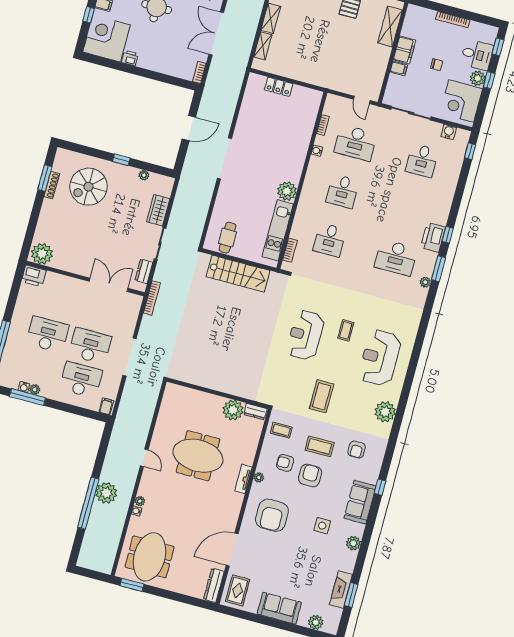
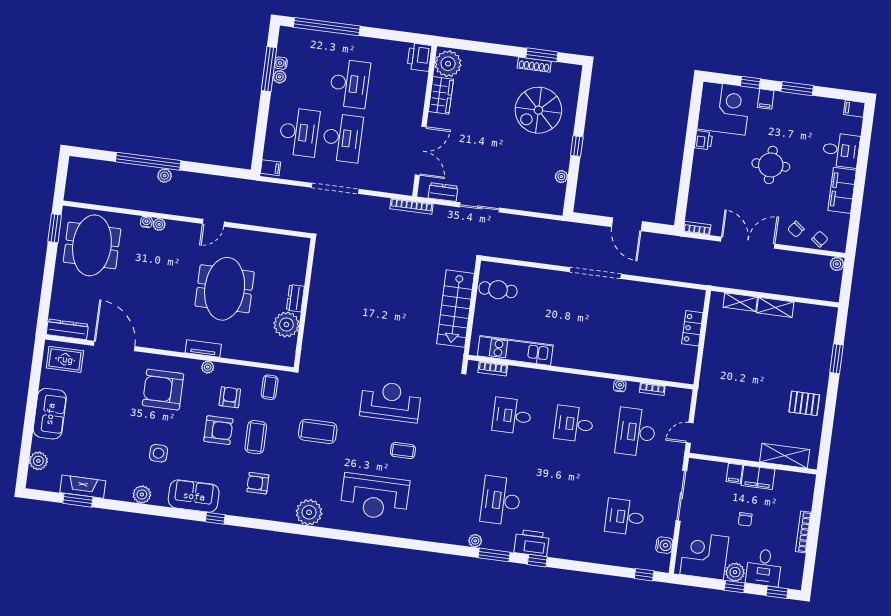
spiral stairs: (89, 187) -> (538, 110), turned -90
plant: (287, 191) -> (565, 355), removed
wardrobe: (158, 210) -> (441, 95), moved, turned 90
reception desk: (380, 358) -> (375, 497), turned 180
dresser: (255, 412) -> (295, 298), moved
plant: (106, 493) -> (165, 176), width x0.53, depth x0.53
meeting table: (150, 557) -> (92, 245), turned 90

